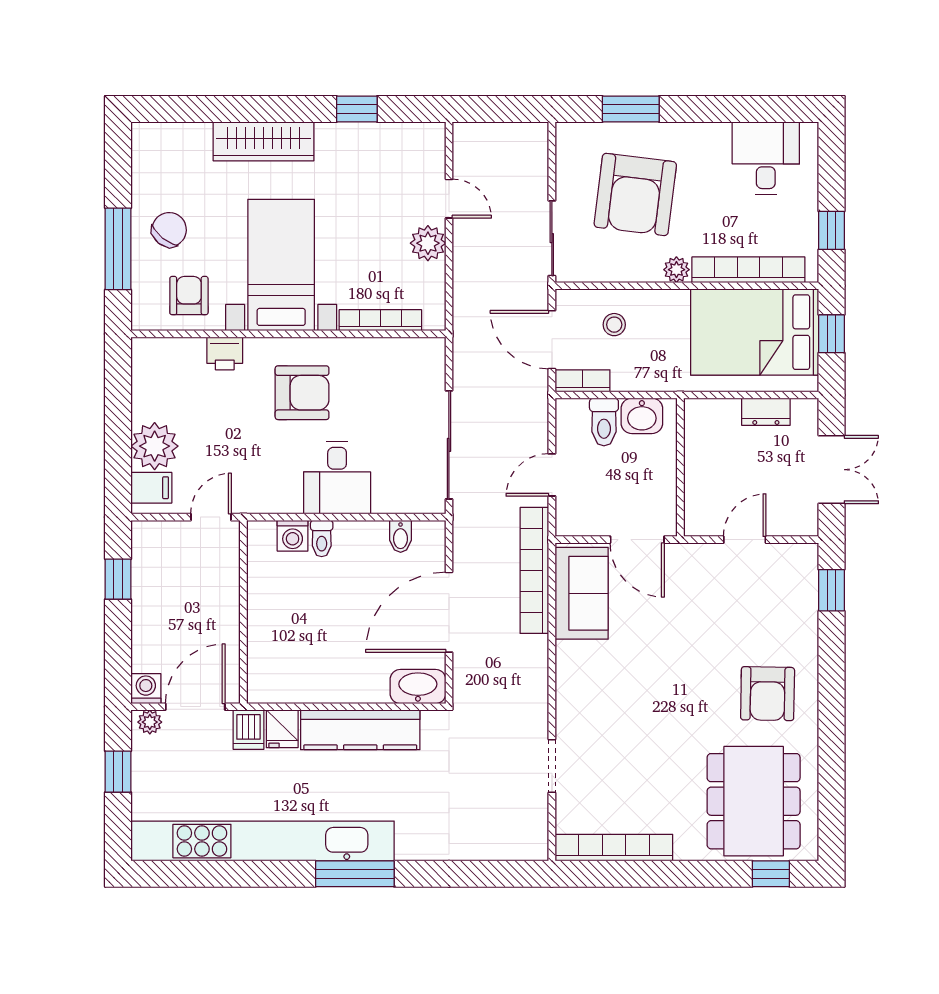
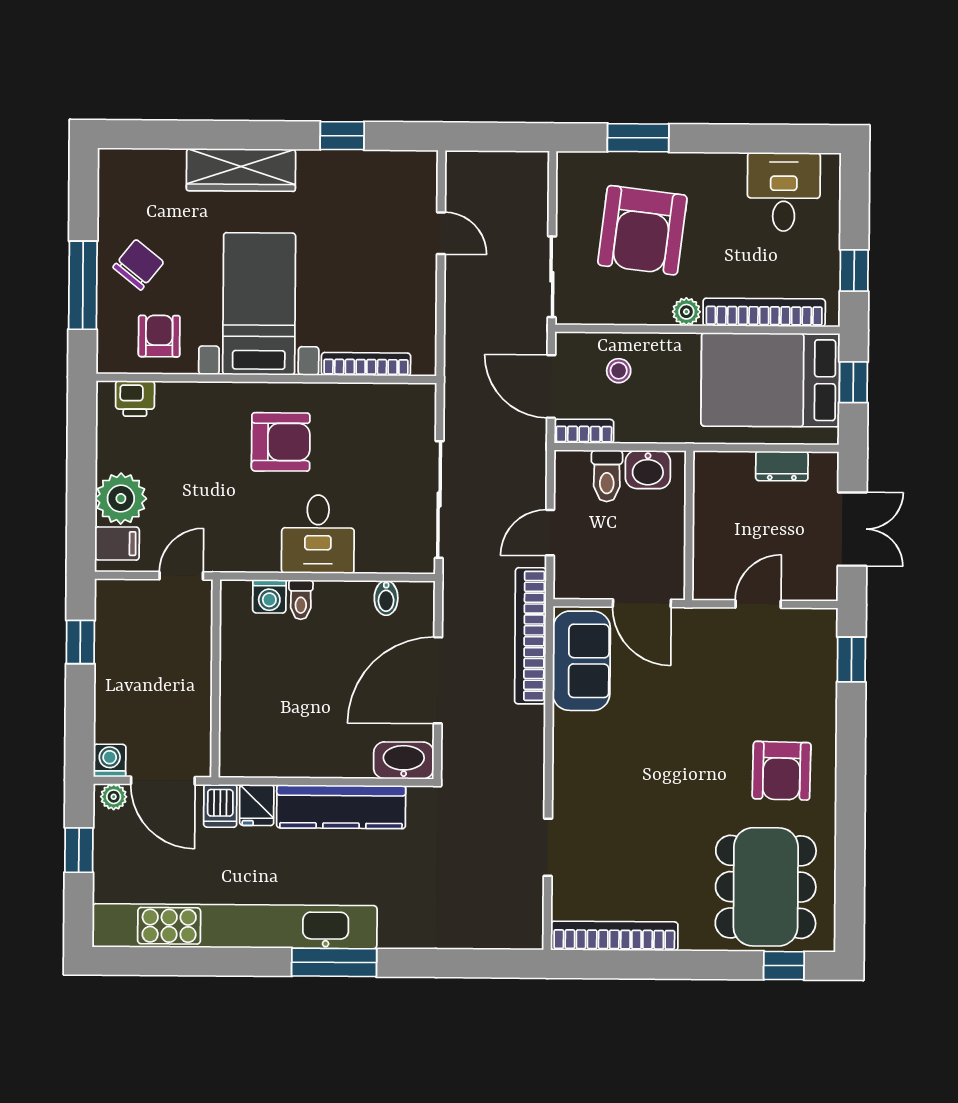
plant: (428, 243) -> (418, 281), removed
printer: (225, 353) -> (135, 399), moved
door: (195, 707) -> (163, 781), swing flipped

